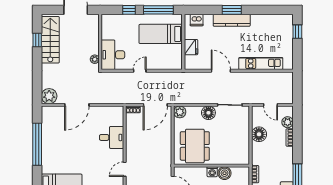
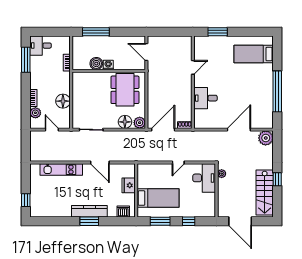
window: (158, 10) -> (160, 221), width x0.69
window: (37, 40) -> (277, 179), moved
floor lamp: (208, 113) -> (125, 122), moved

